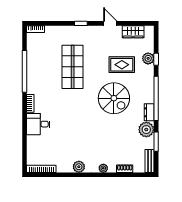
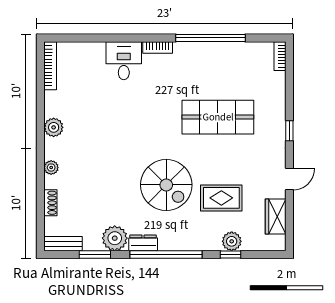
rug: (122, 65) -> (221, 198), turned 90
spiral stairs: (114, 98) -> (166, 185), turned -90

